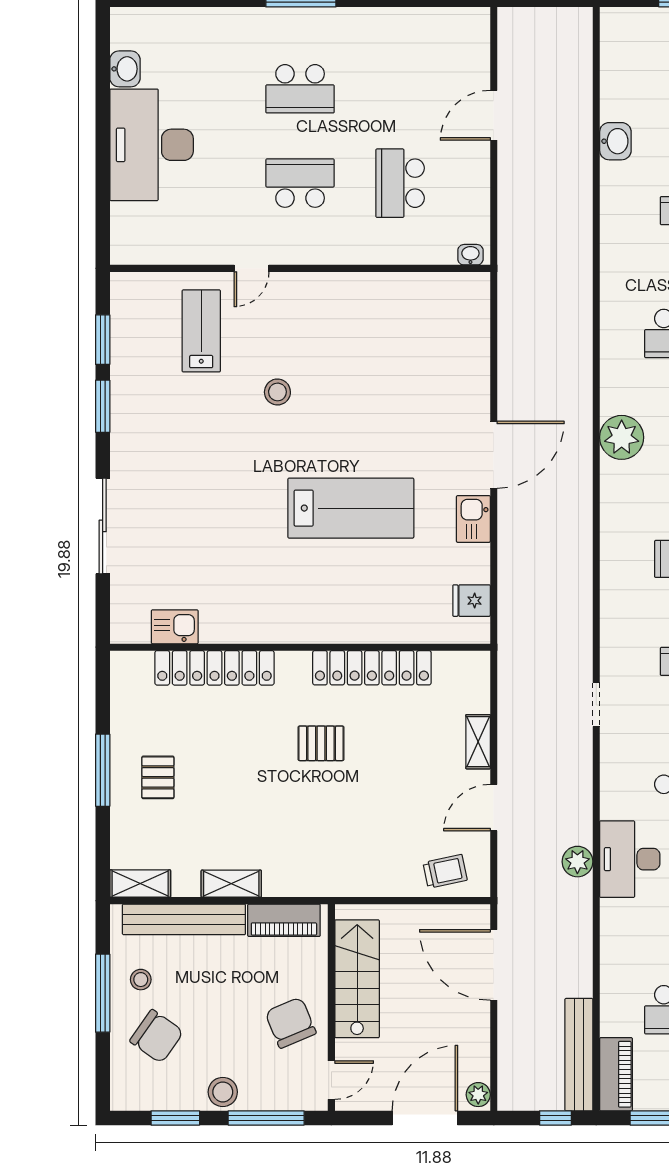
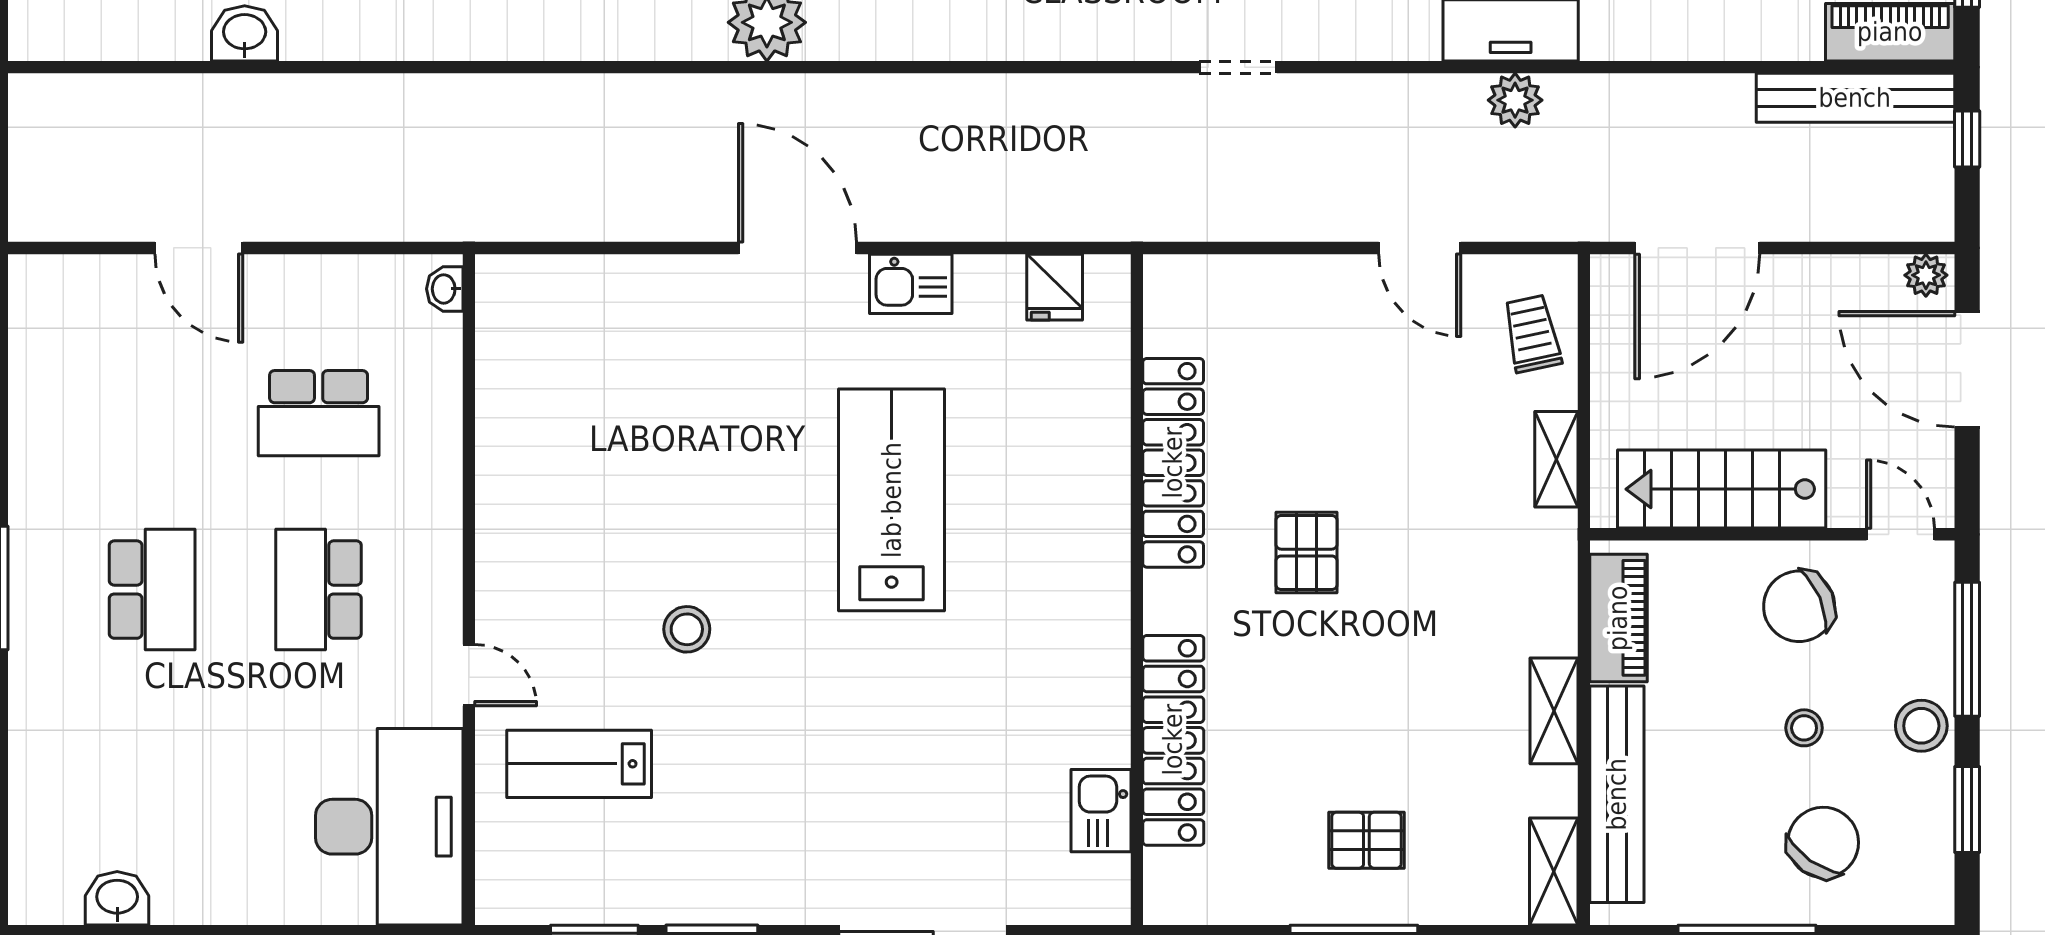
desk: (152, 145) -> (389, 827), moved, turned -90
shelving: (478, 742) -> (1556, 459), moved, turned 90
stool: (141, 980) -> (1804, 728), moved

